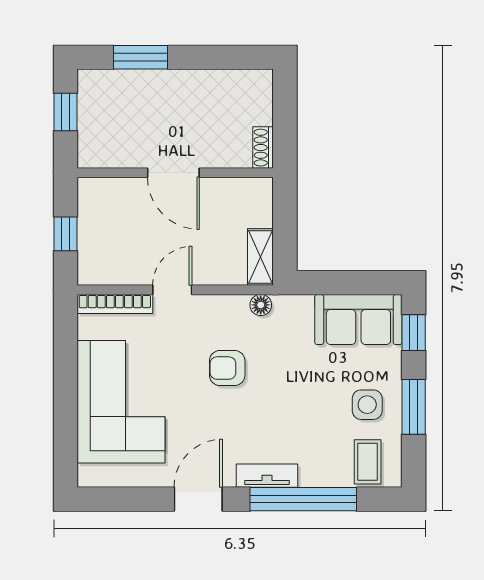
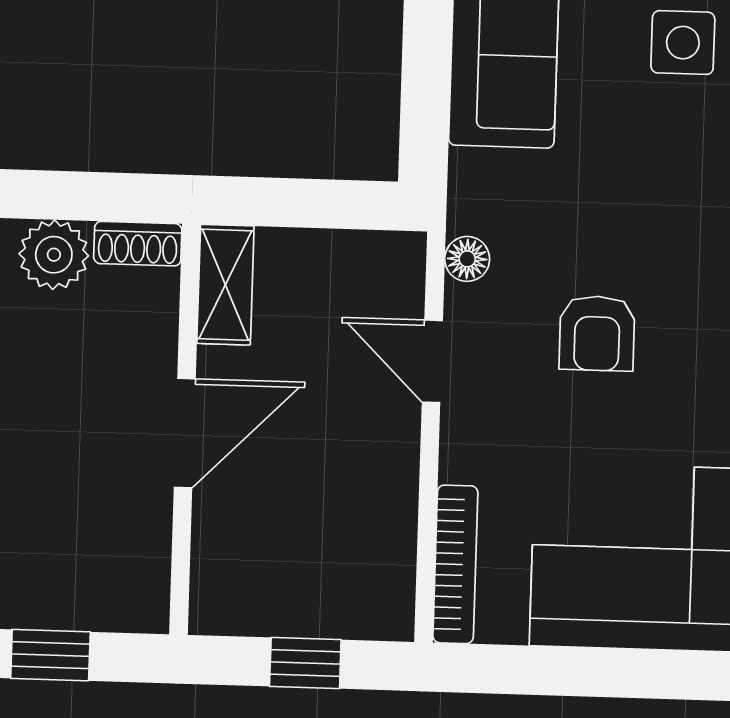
plant: (257, 108) -> (54, 255), added
shelving: (260, 257) -> (225, 285), moved, turned 90
door: (172, 290) -> (432, 361), moved

